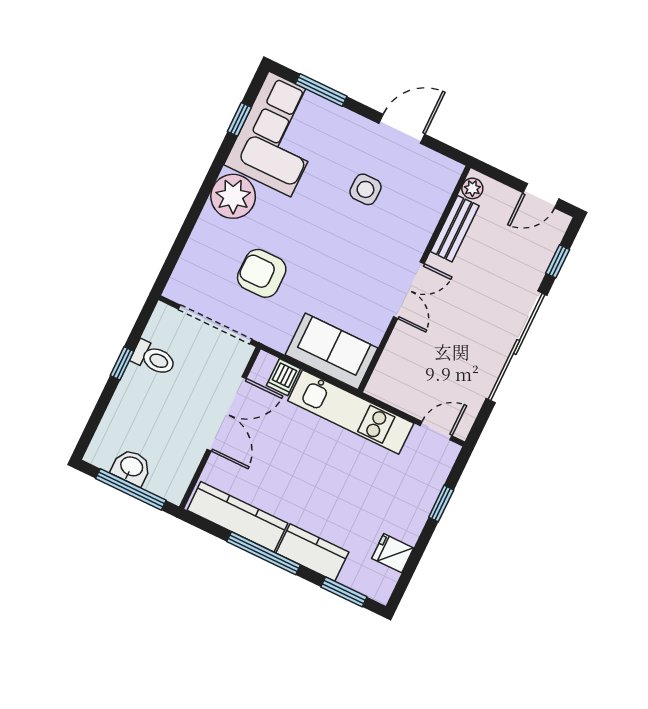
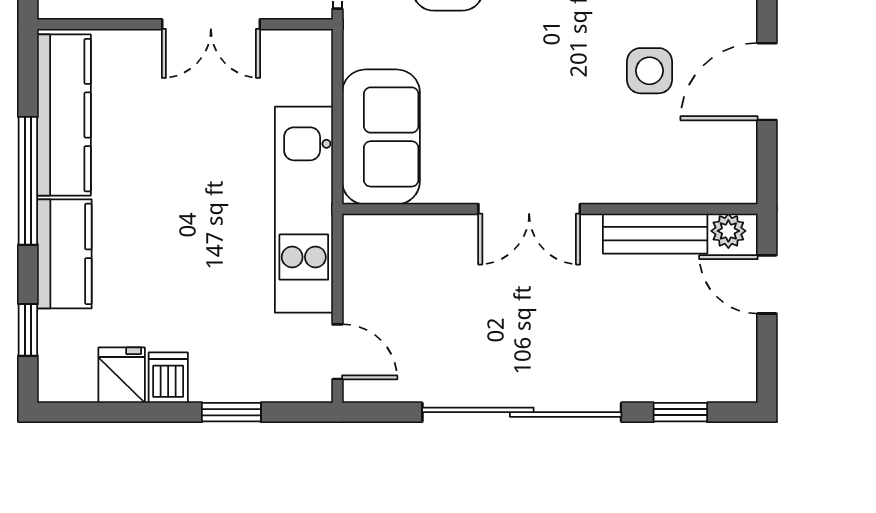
door: (402, 129) -> (767, 82), swing flipped
door: (541, 196) -> (767, 284), moved
dishwasher: (284, 377) -> (168, 378), moved, turned 90
double door: (227, 414) -> (211, 24), width x0.73
window: (344, 592) -> (28, 330), width x0.67

